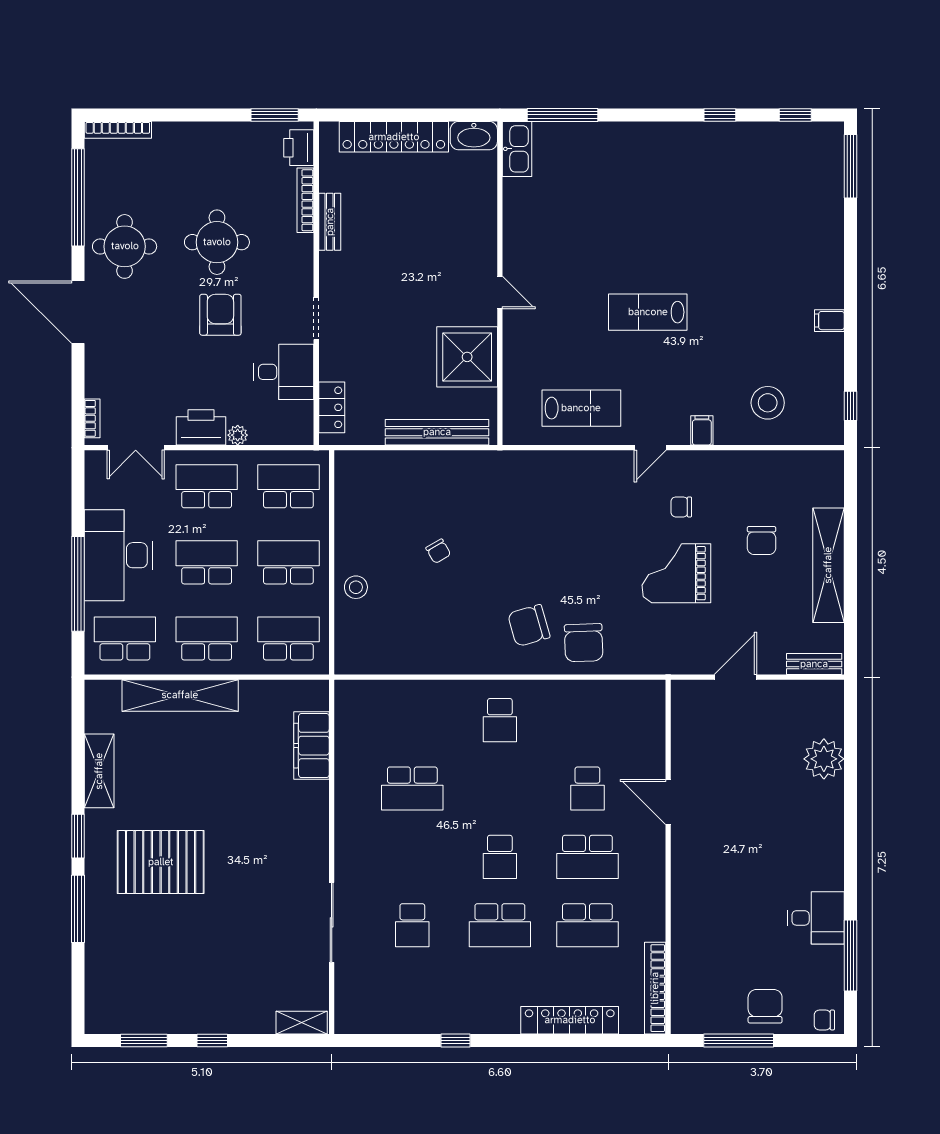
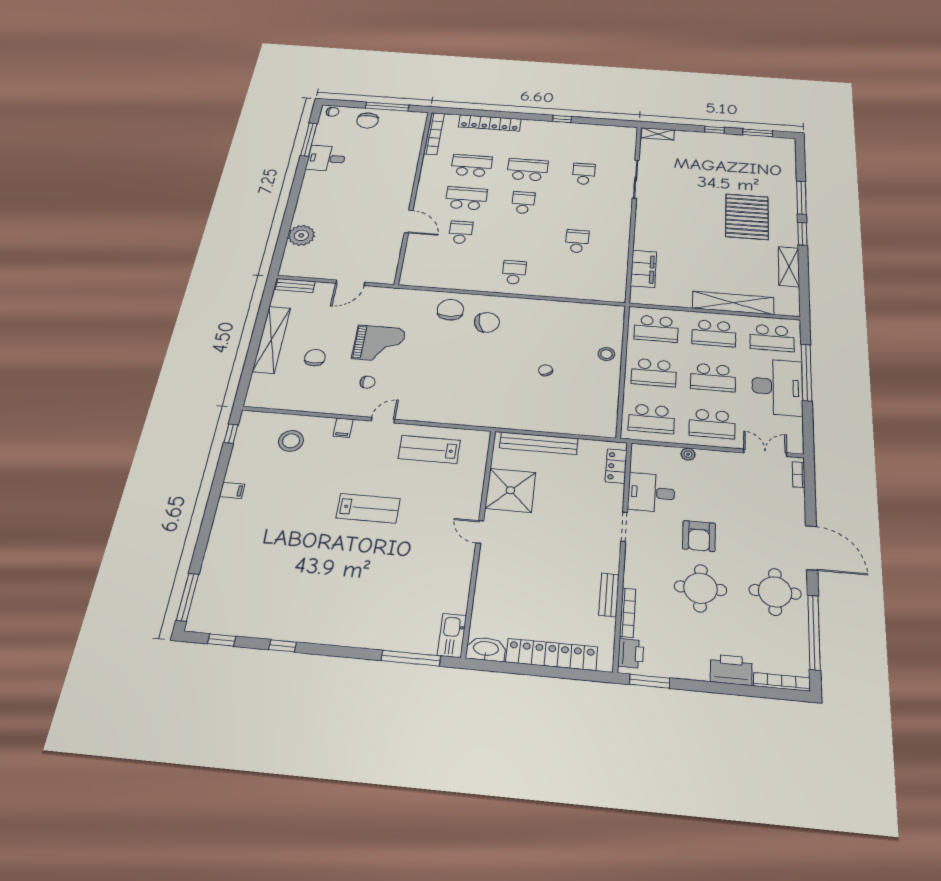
printer: (201, 427) -> (731, 670), moved, turned 180
school desk: (412, 788) -> (577, 241), width x0.54
pallet: (161, 862) -> (747, 217), turned 90

